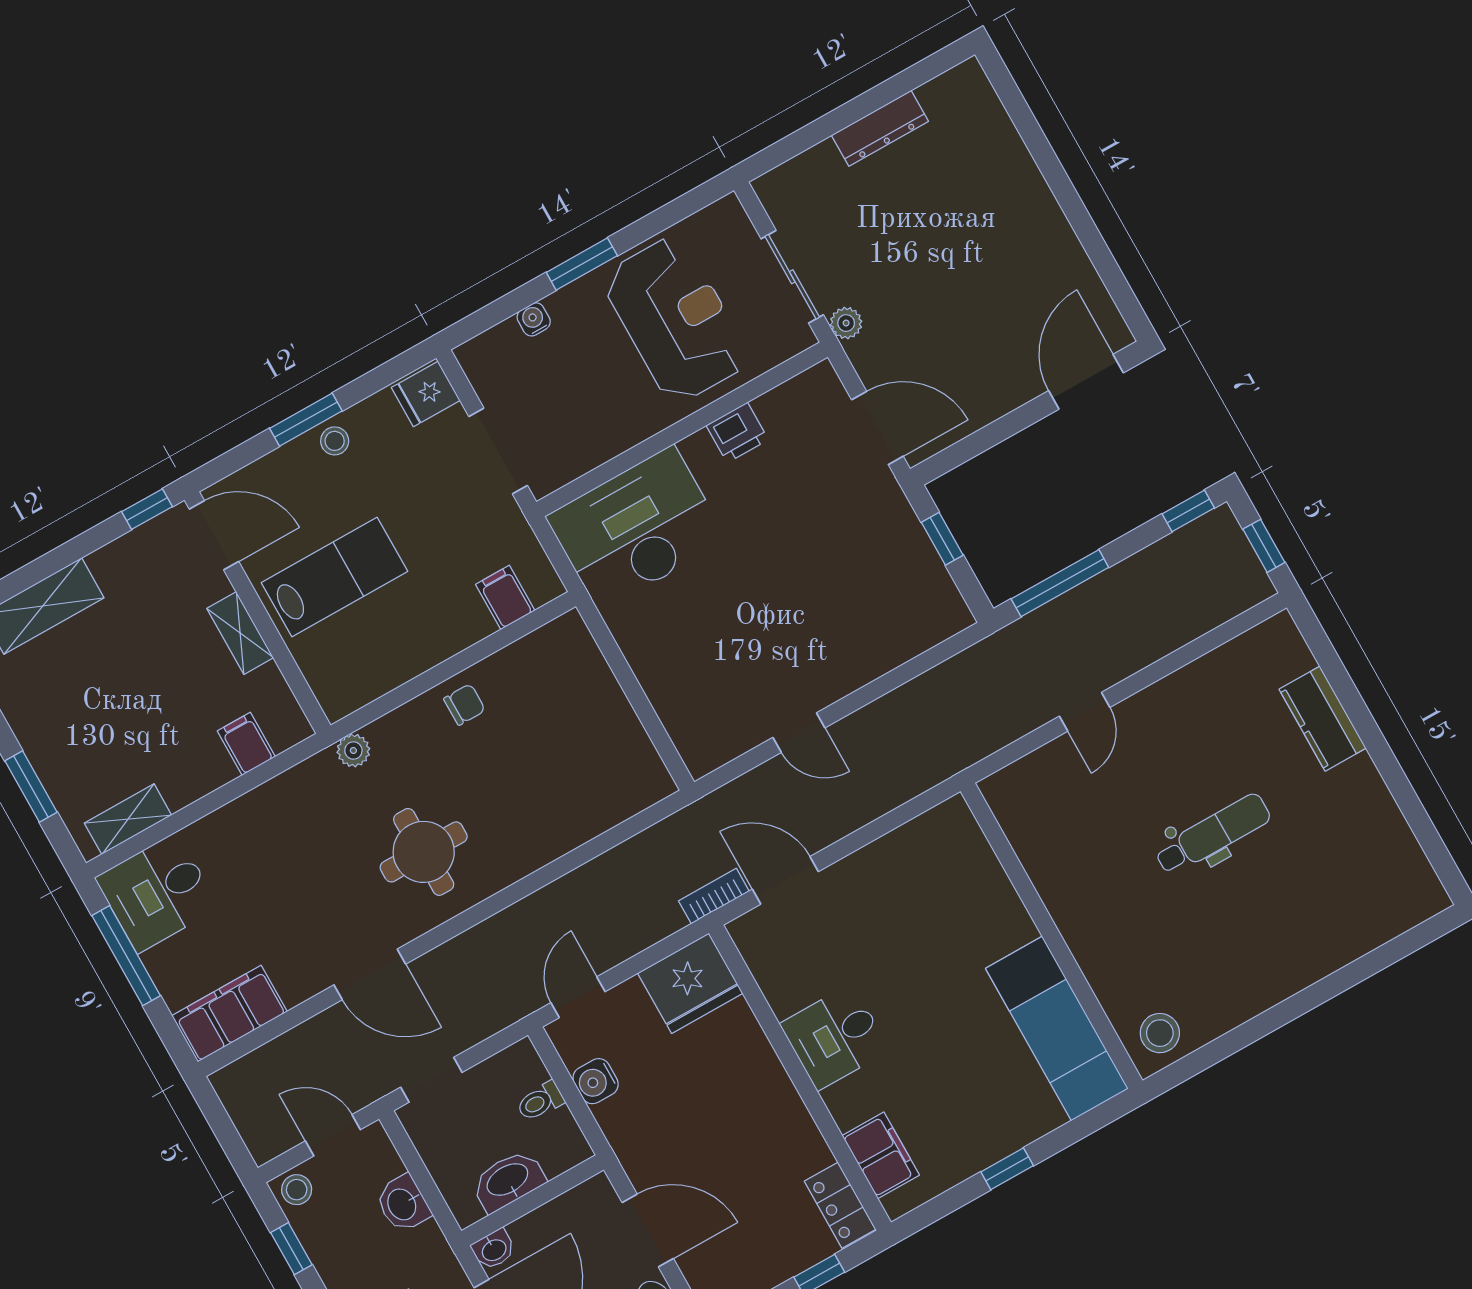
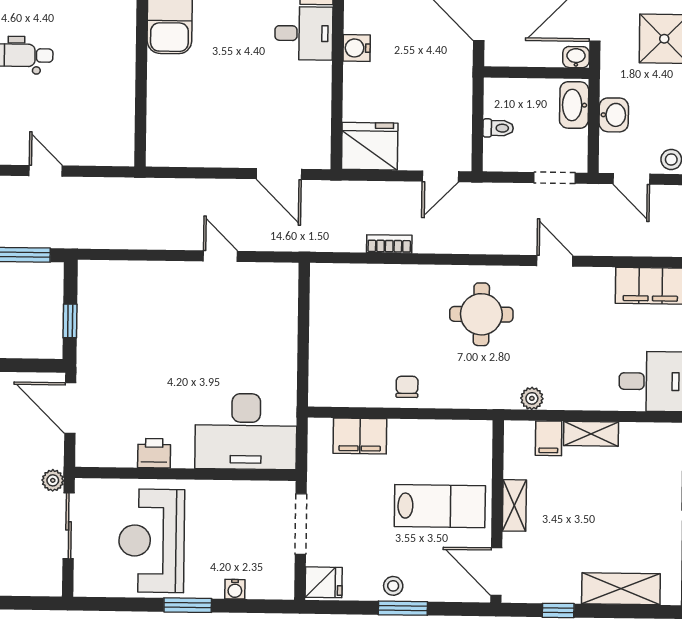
window: (147, 509) -> (558, 610), moved
lab bench: (334, 577) -> (440, 506), turned 180
filing cabinet: (505, 597) -> (360, 436), width x2.00
chair: (464, 704) -> (407, 387), turned 90
door: (1085, 712) -> (46, 171), hinge flipped
plant: (353, 750) -> (532, 398), moved
shelving: (128, 819) -> (591, 434), moved
bookcase: (714, 896) -> (389, 244), moved, turned 180
door: (370, 974) -> (555, 261), width x0.73
desk: (835, 1037) -> (304, 33), moved
water cooler: (596, 1081) -> (357, 48), moved, turned 180
washbasin: (508, 1181) -> (574, 105), moved, turned 90

